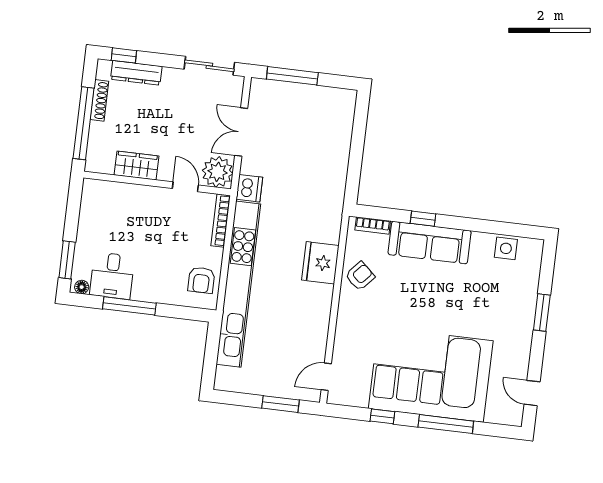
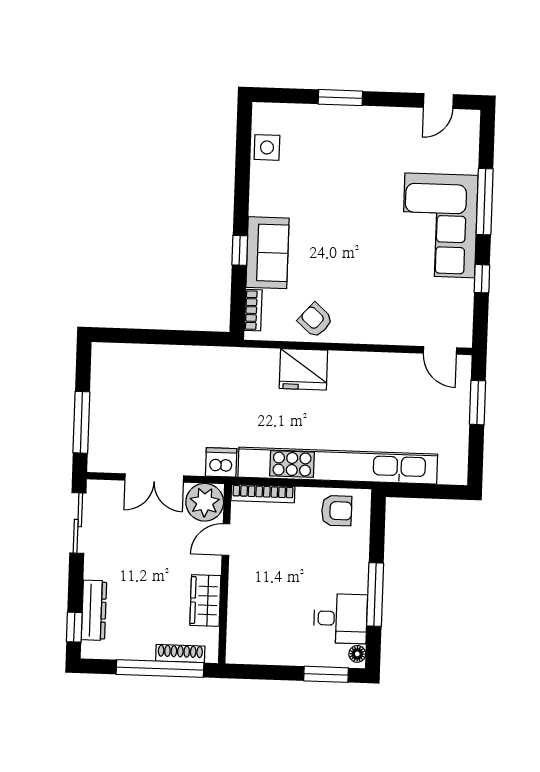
shoe rack: (99, 100) -> (180, 654), moved
sofa: (430, 243) -> (267, 253), width x0.73
corner sofa: (431, 375) -> (440, 225), width x0.73, depth x0.74

